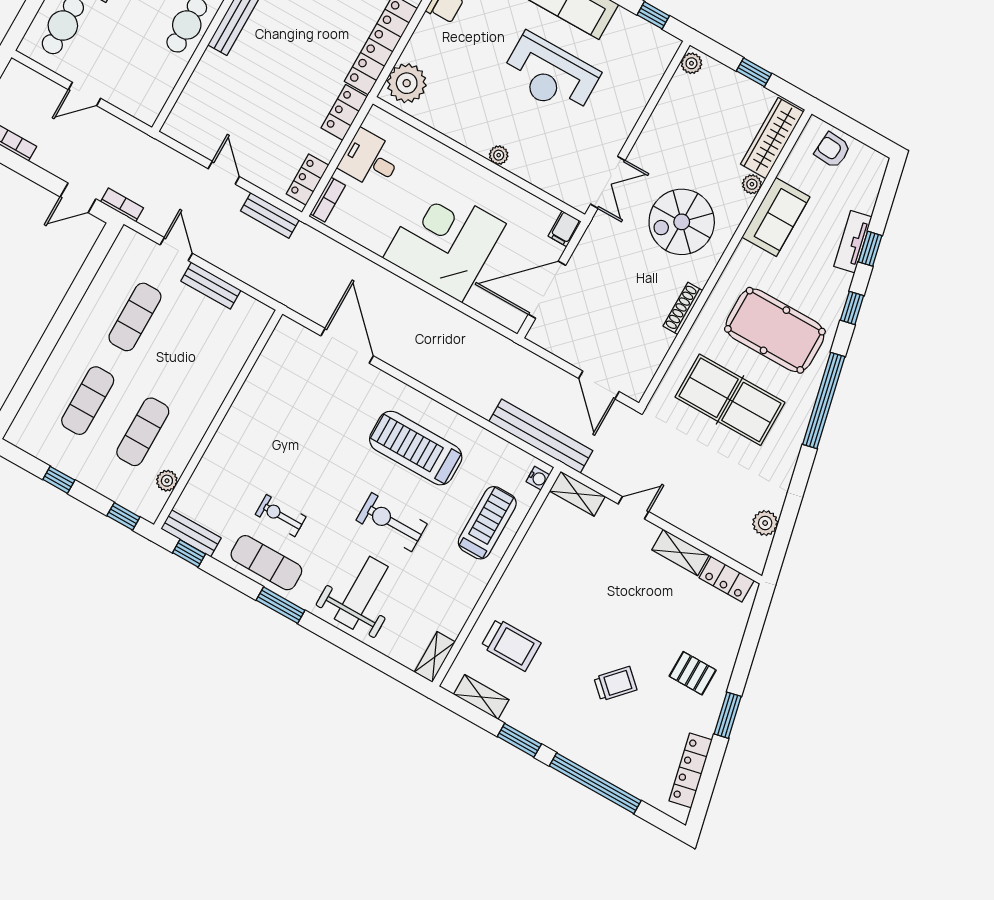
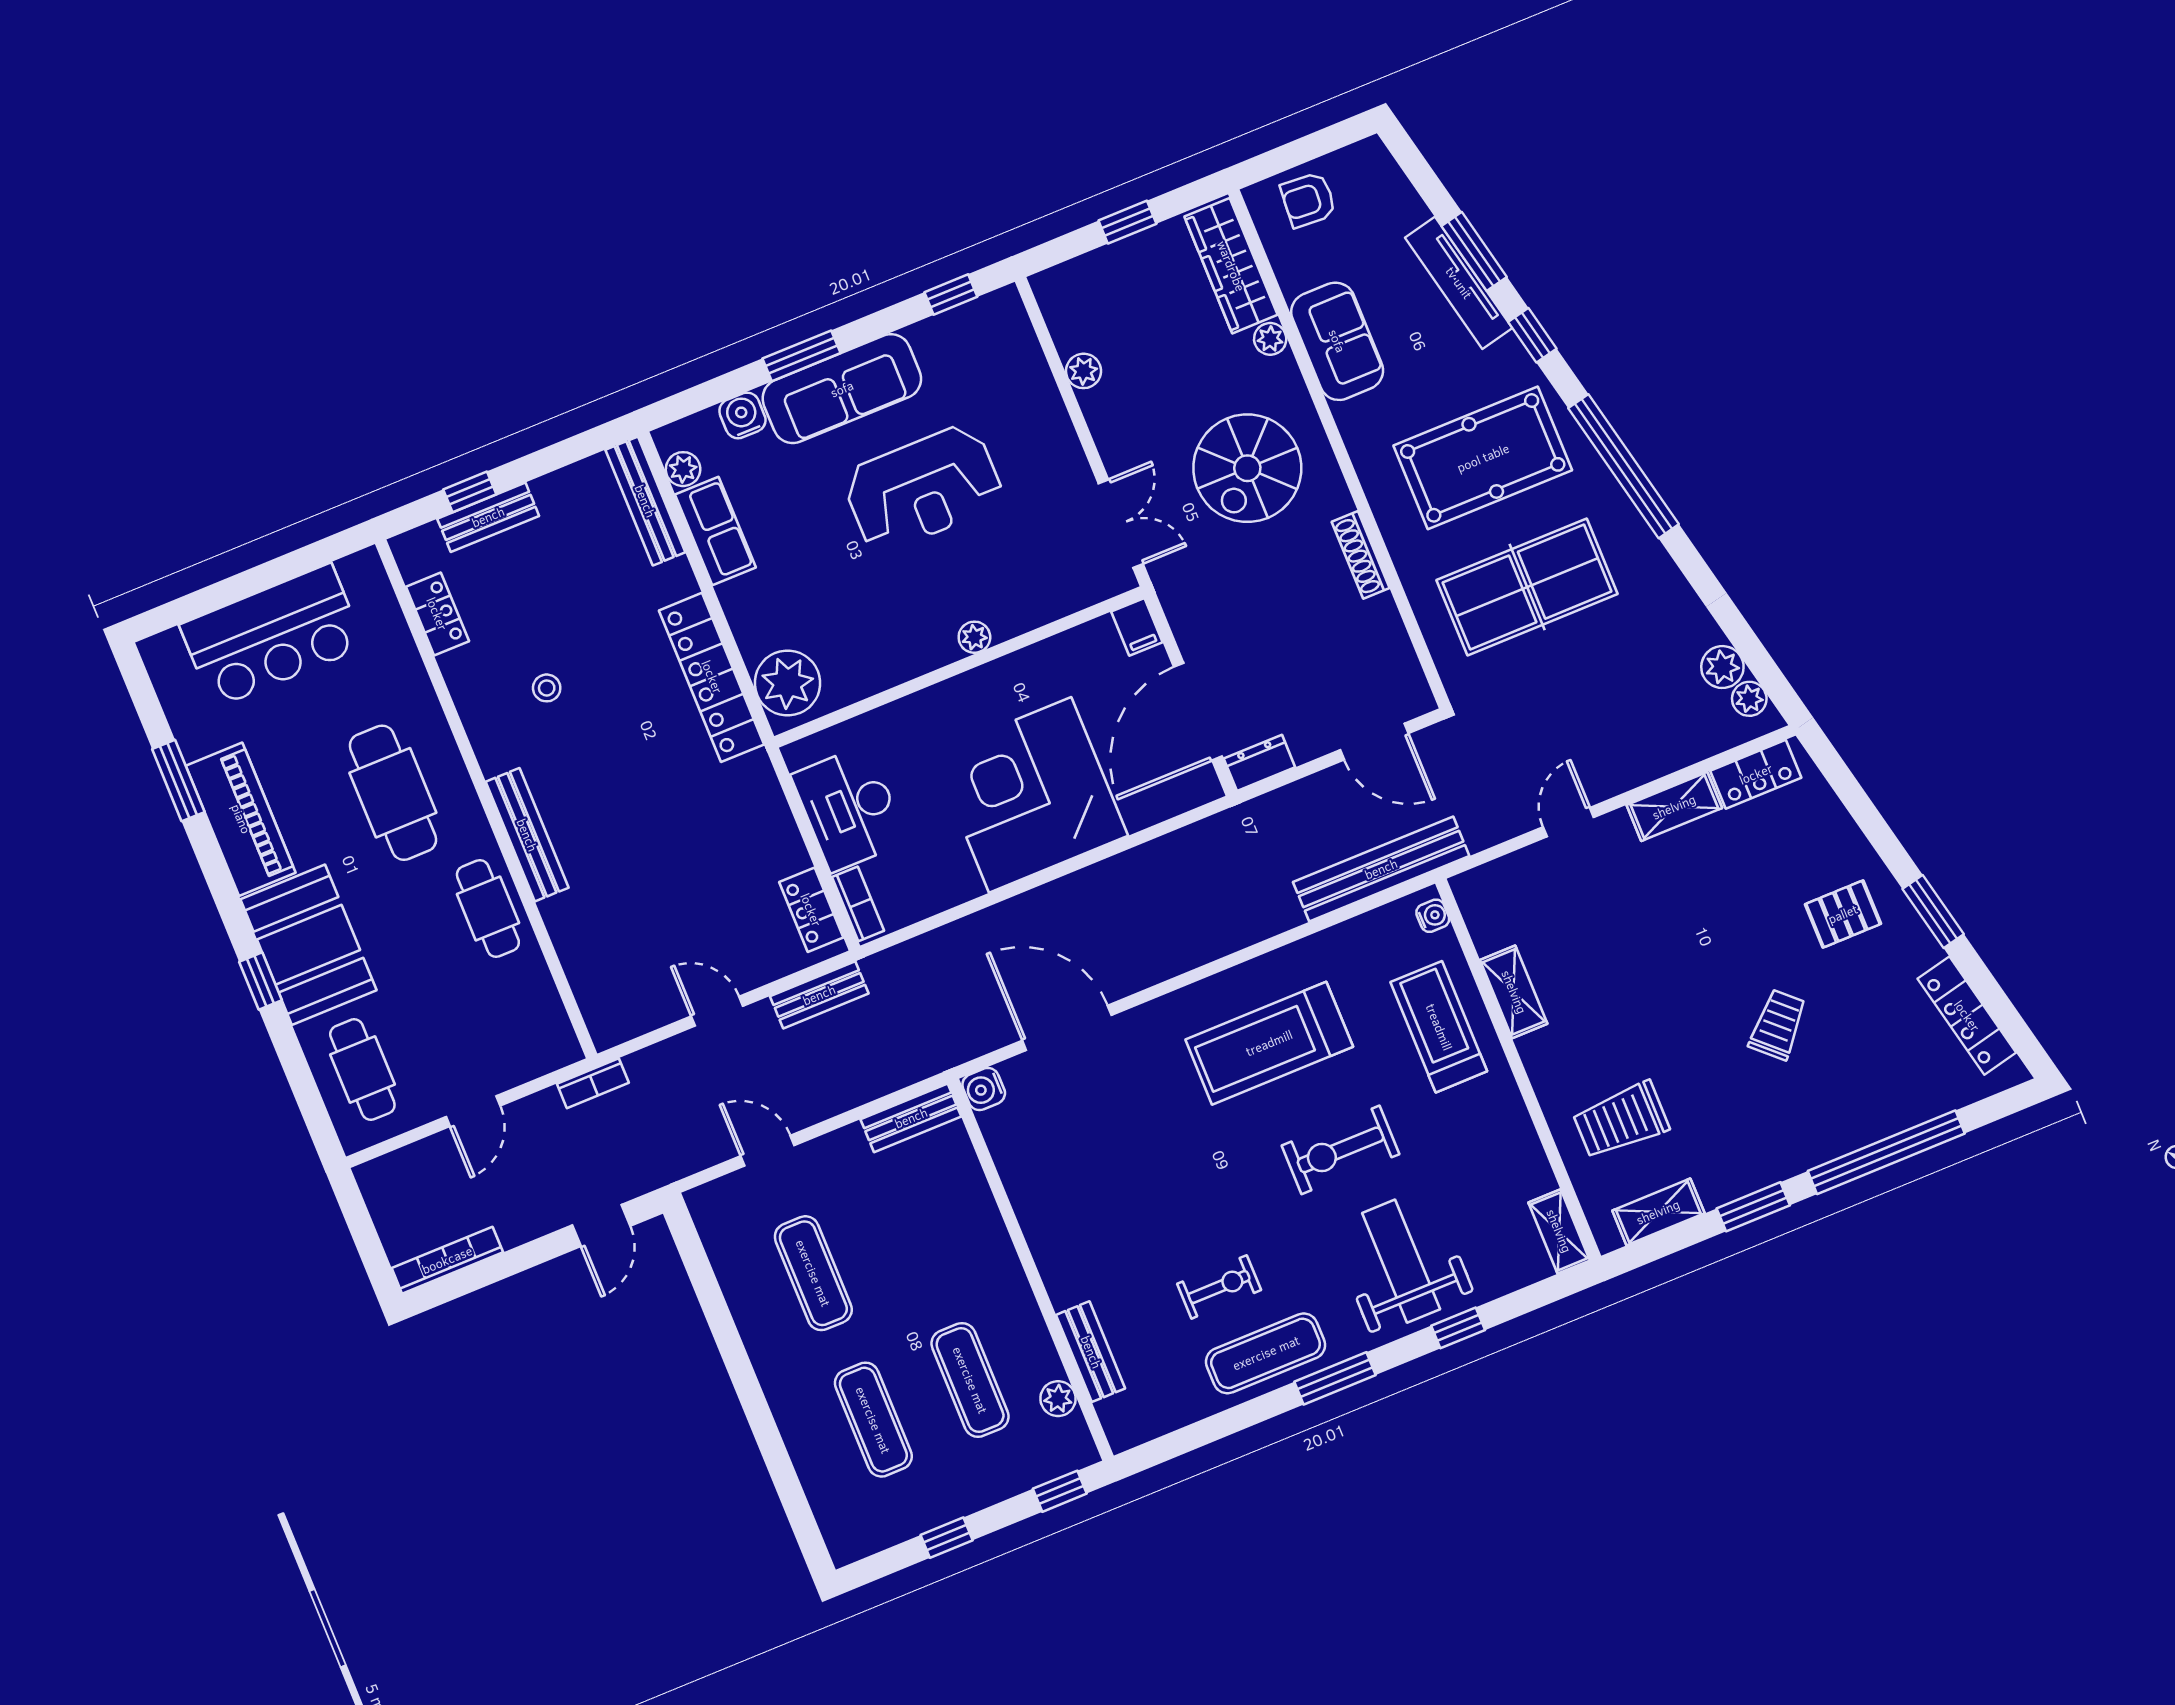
plant: (691, 63) -> (1084, 371), moved
locker: (344, 112) -> (762, 794), removed
desk: (370, 160) -> (849, 808), width x1.37
bookcase: (122, 205) -> (593, 1083), moved, turned 180
tv unit: (853, 242) -> (1459, 283), width x1.41
window: (870, 249) -> (1474, 251), width x1.50
bench: (211, 286) -> (911, 1118), moved
water cooler: (287, 329) -> (984, 1089), added
dresser: (546, 338) -> (1259, 763), added
shelving: (577, 494) -> (1514, 992), moved, turned 90
exercise bike: (281, 516) -> (1219, 1287), turned 180
bench: (191, 533) -> (1091, 1352), moved, turned 90
plant: (760, 548) -> (1749, 699), added
window: (189, 553) -> (1458, 1328), moved
trolley: (511, 645) -> (1621, 1120), turned 180

